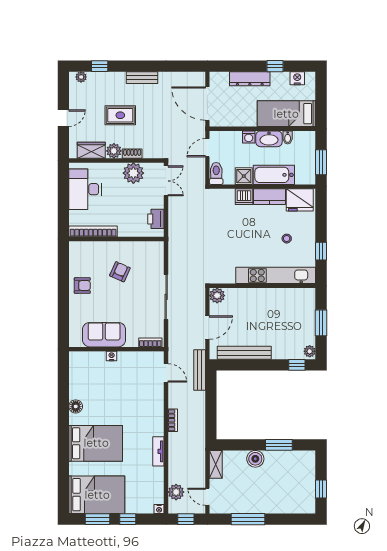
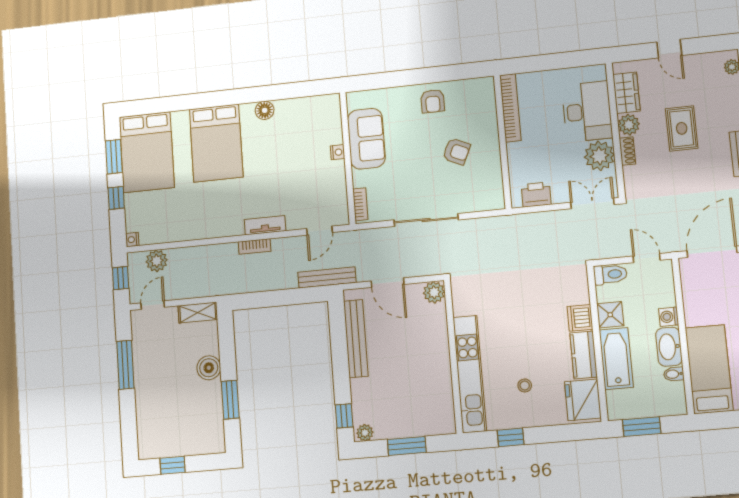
double door: (166, 181) -> (592, 203), swing flipped
desk: (85, 189) -> (587, 111), moved, turned 90
tv unit: (158, 451) -> (265, 225), moved

